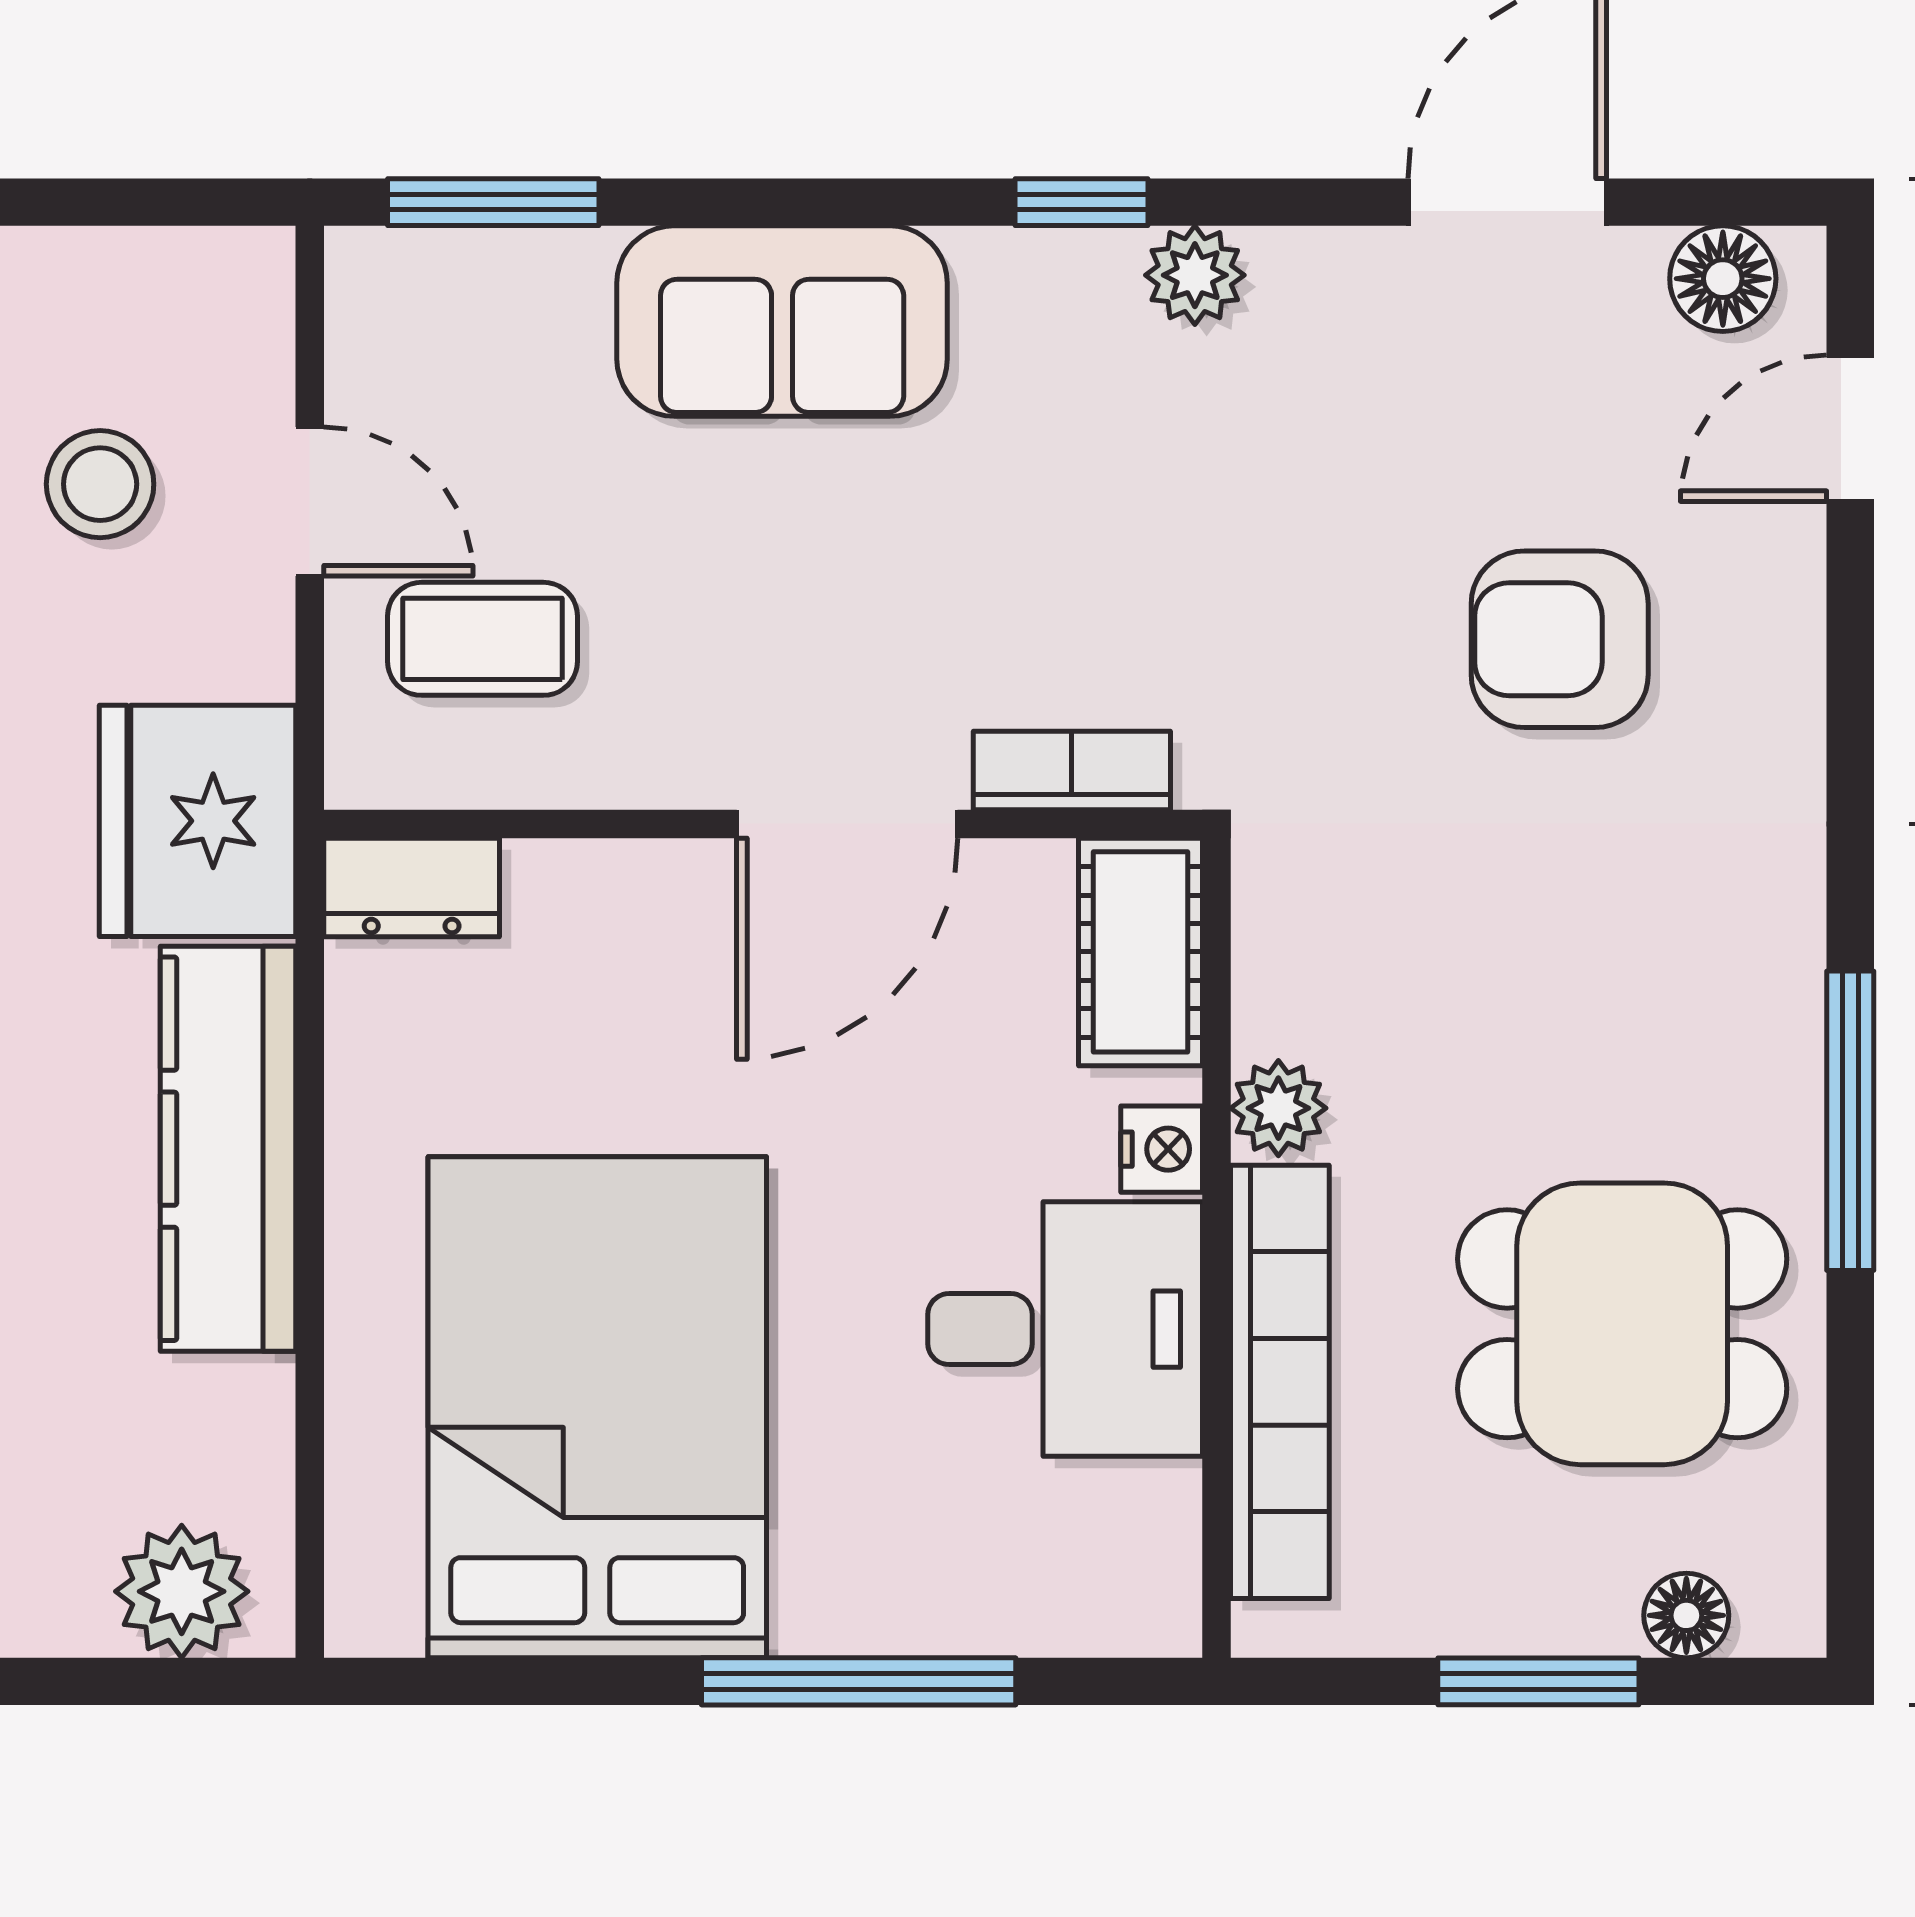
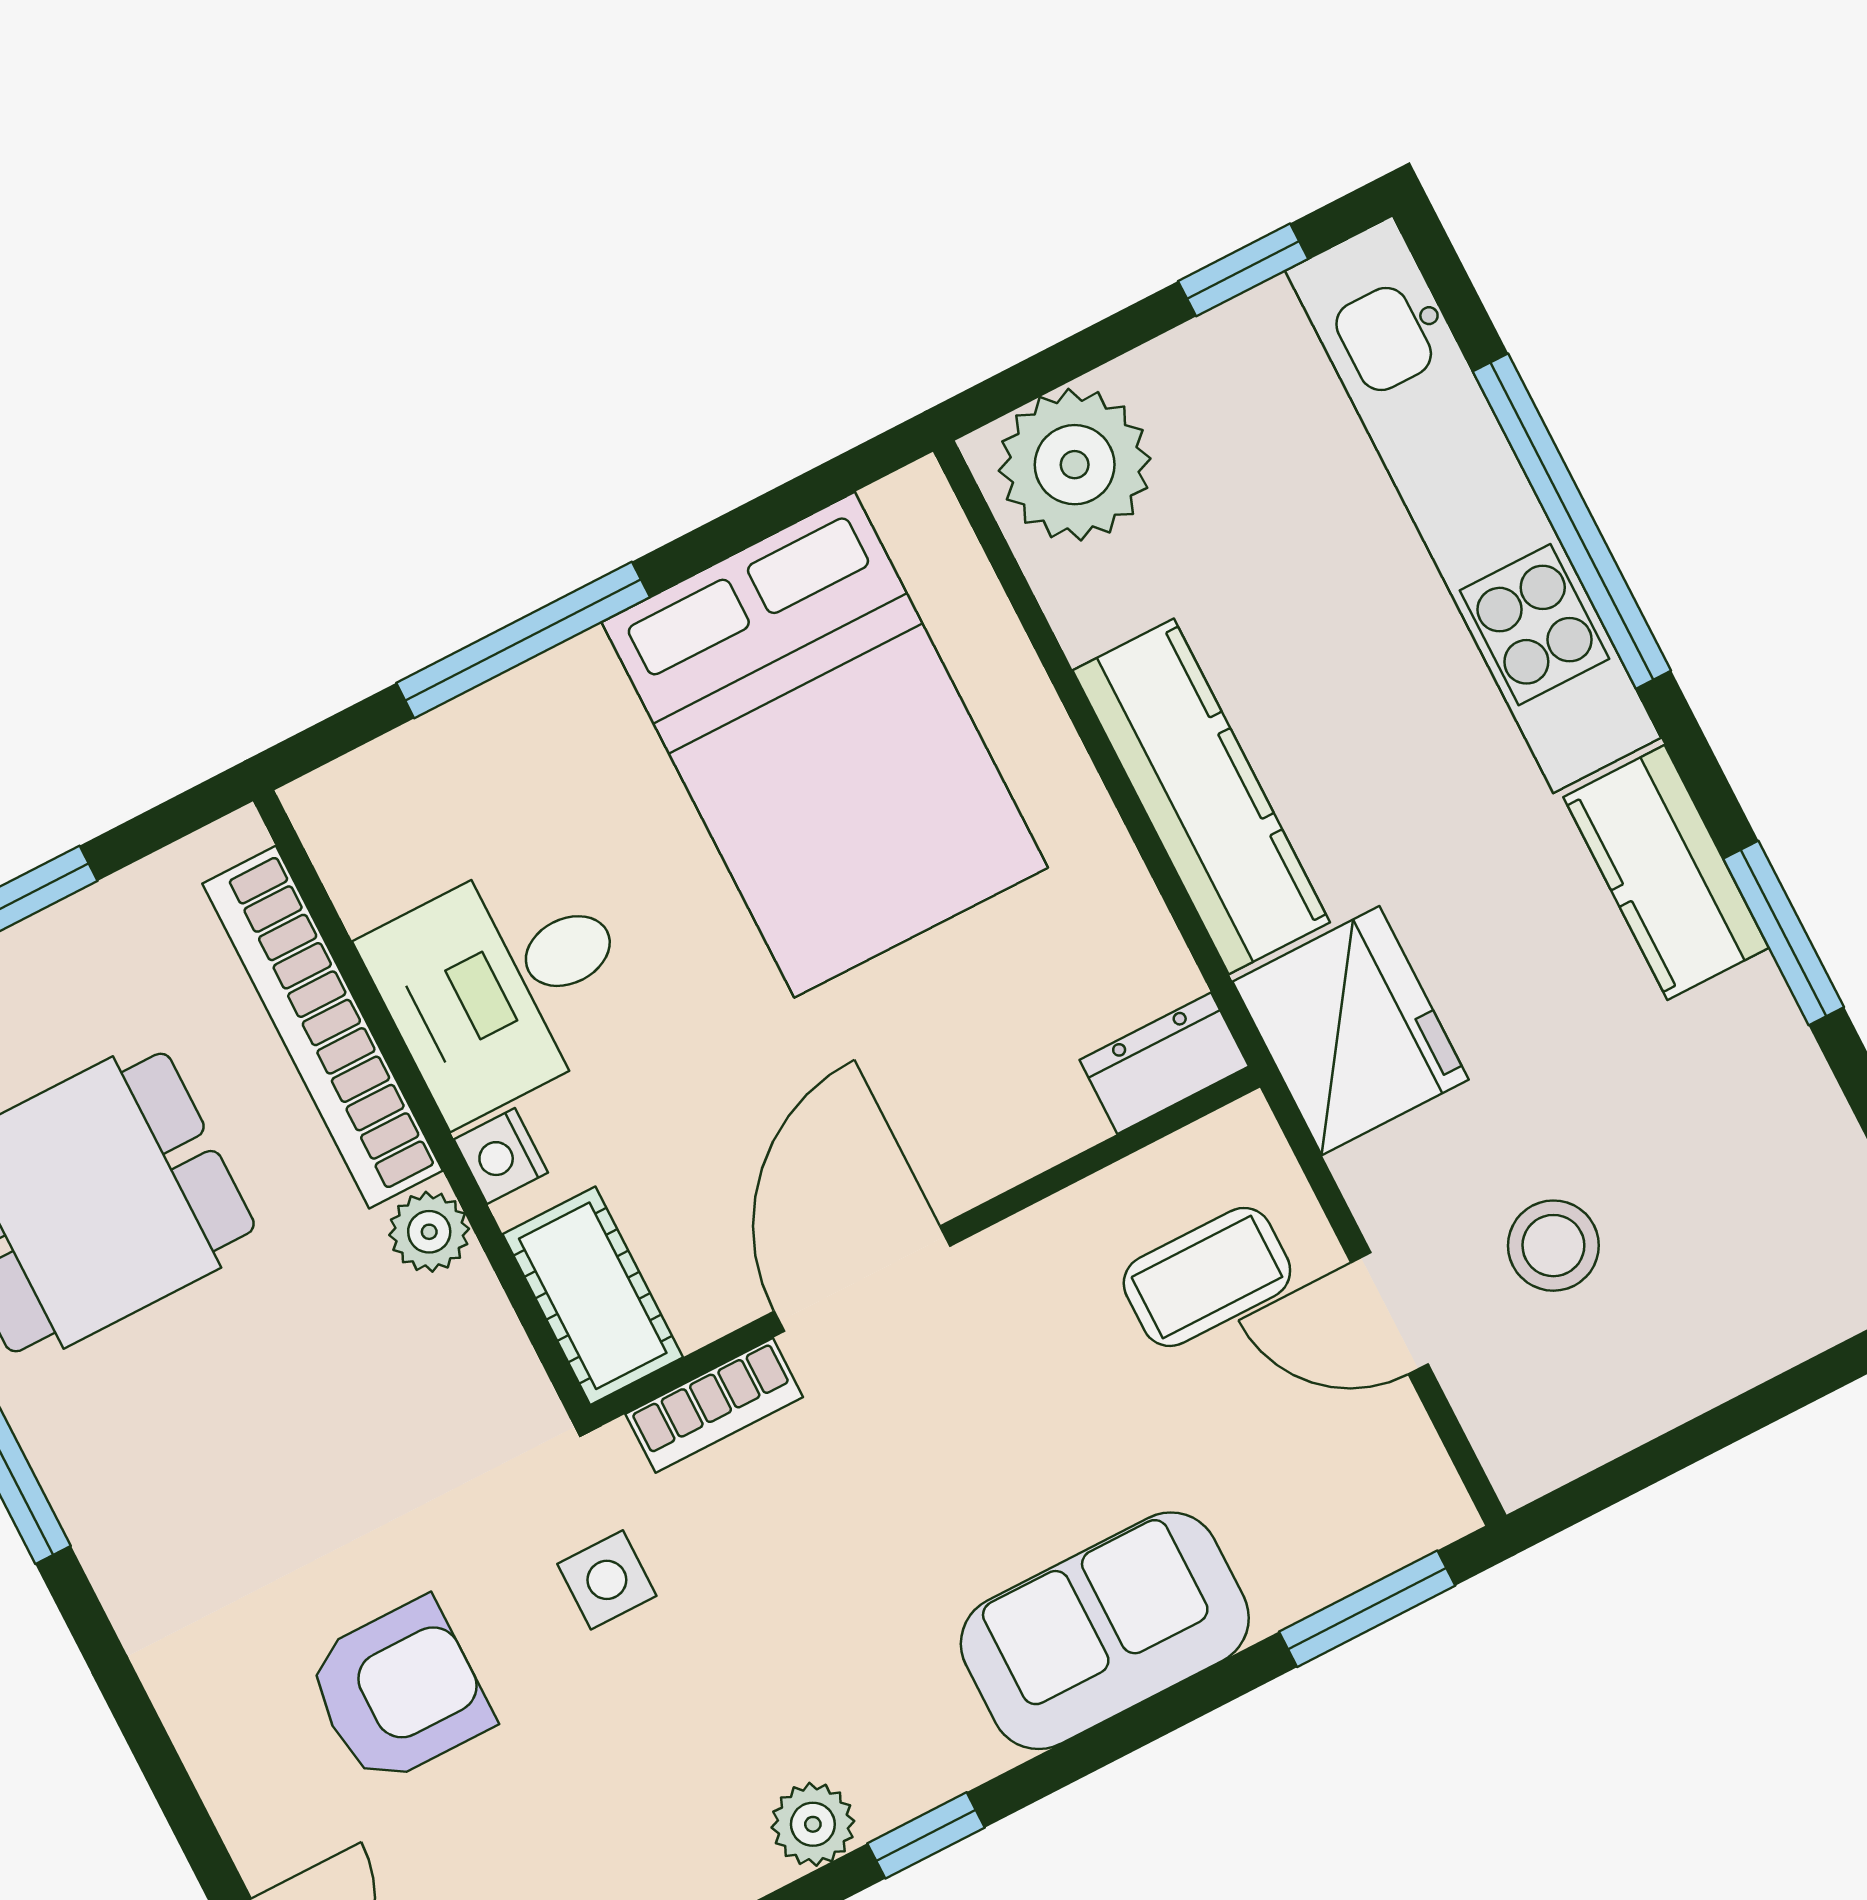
side table: (1280, 645) -> (607, 1580), added
plant: (182, 1591) -> (1075, 465), width x1.36, depth x1.36

